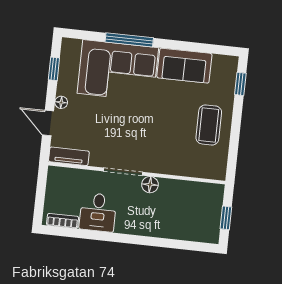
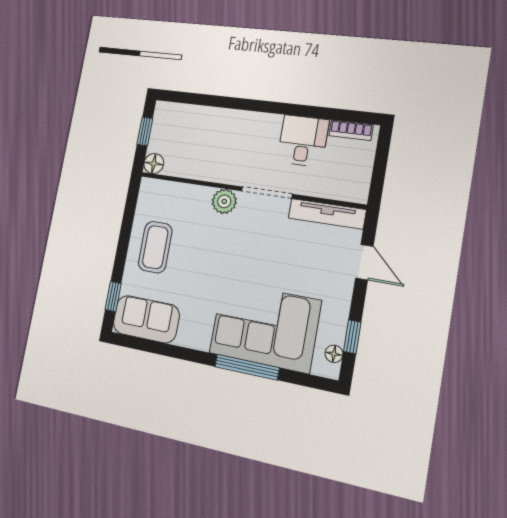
sofa: (184, 66) -> (146, 319), moved
floor lamp: (61, 102) -> (334, 354), moved
tv unit: (69, 156) -> (327, 214), width x1.41
plant: (156, 163) -> (224, 201), added
floor lamp: (150, 185) -> (154, 164), moved

